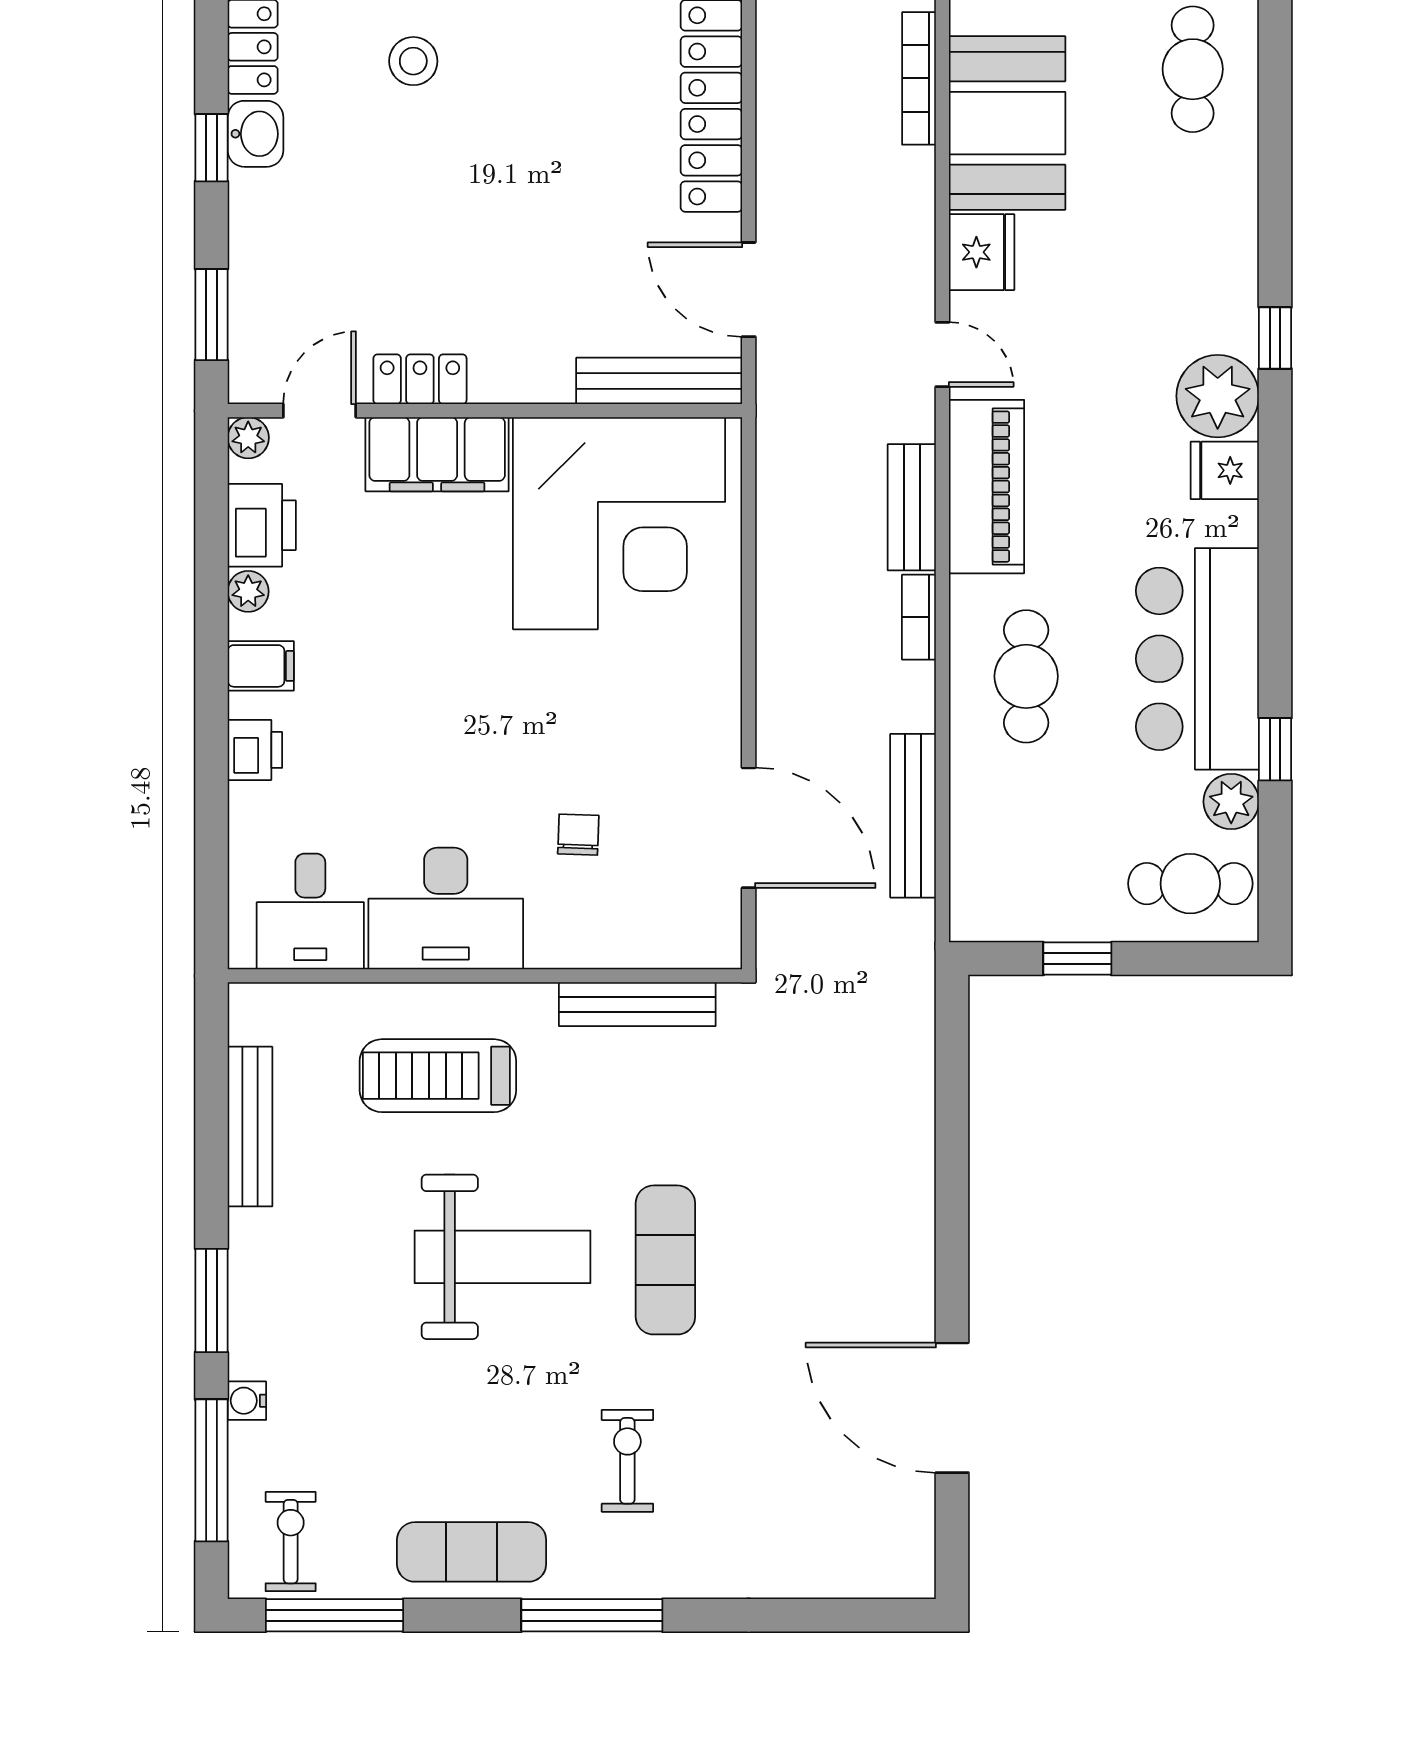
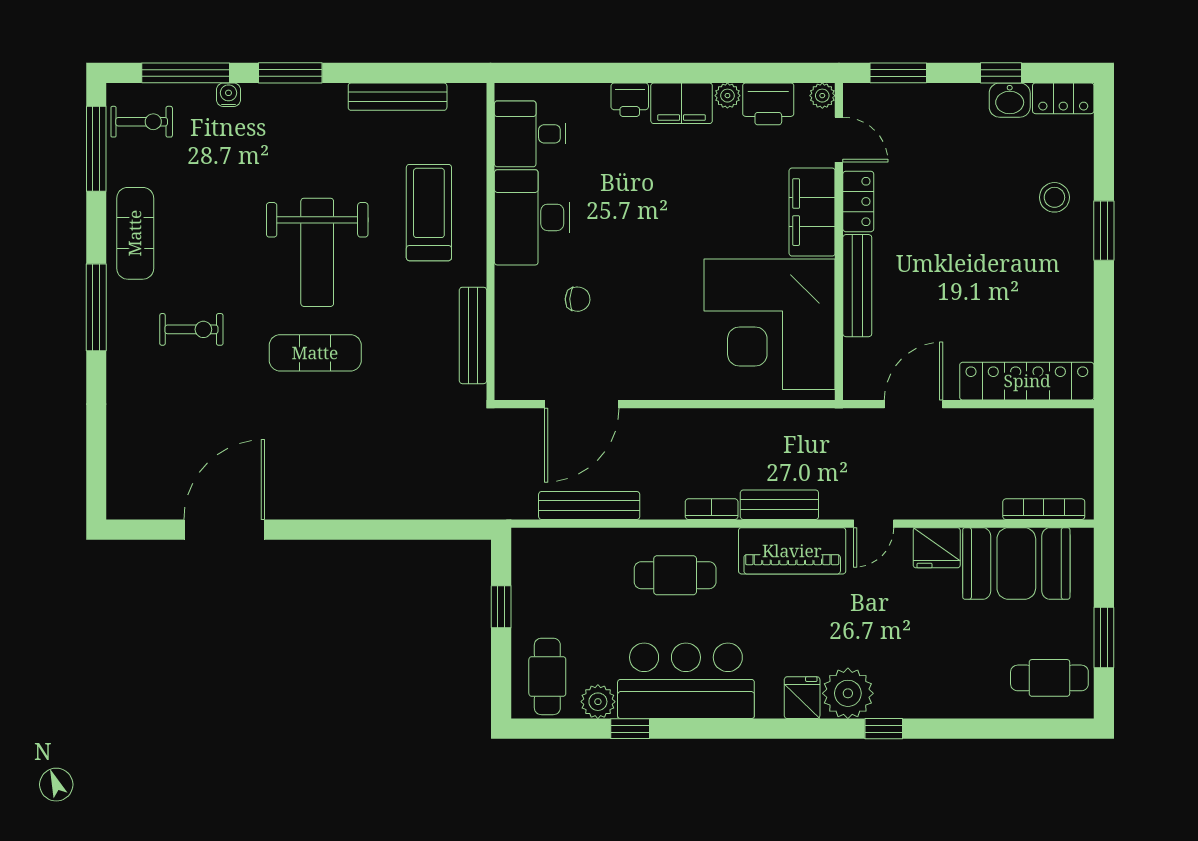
bench: (659, 381) -> (857, 286), moved
filing cabinet: (261, 666) -> (682, 103), width x2.00

